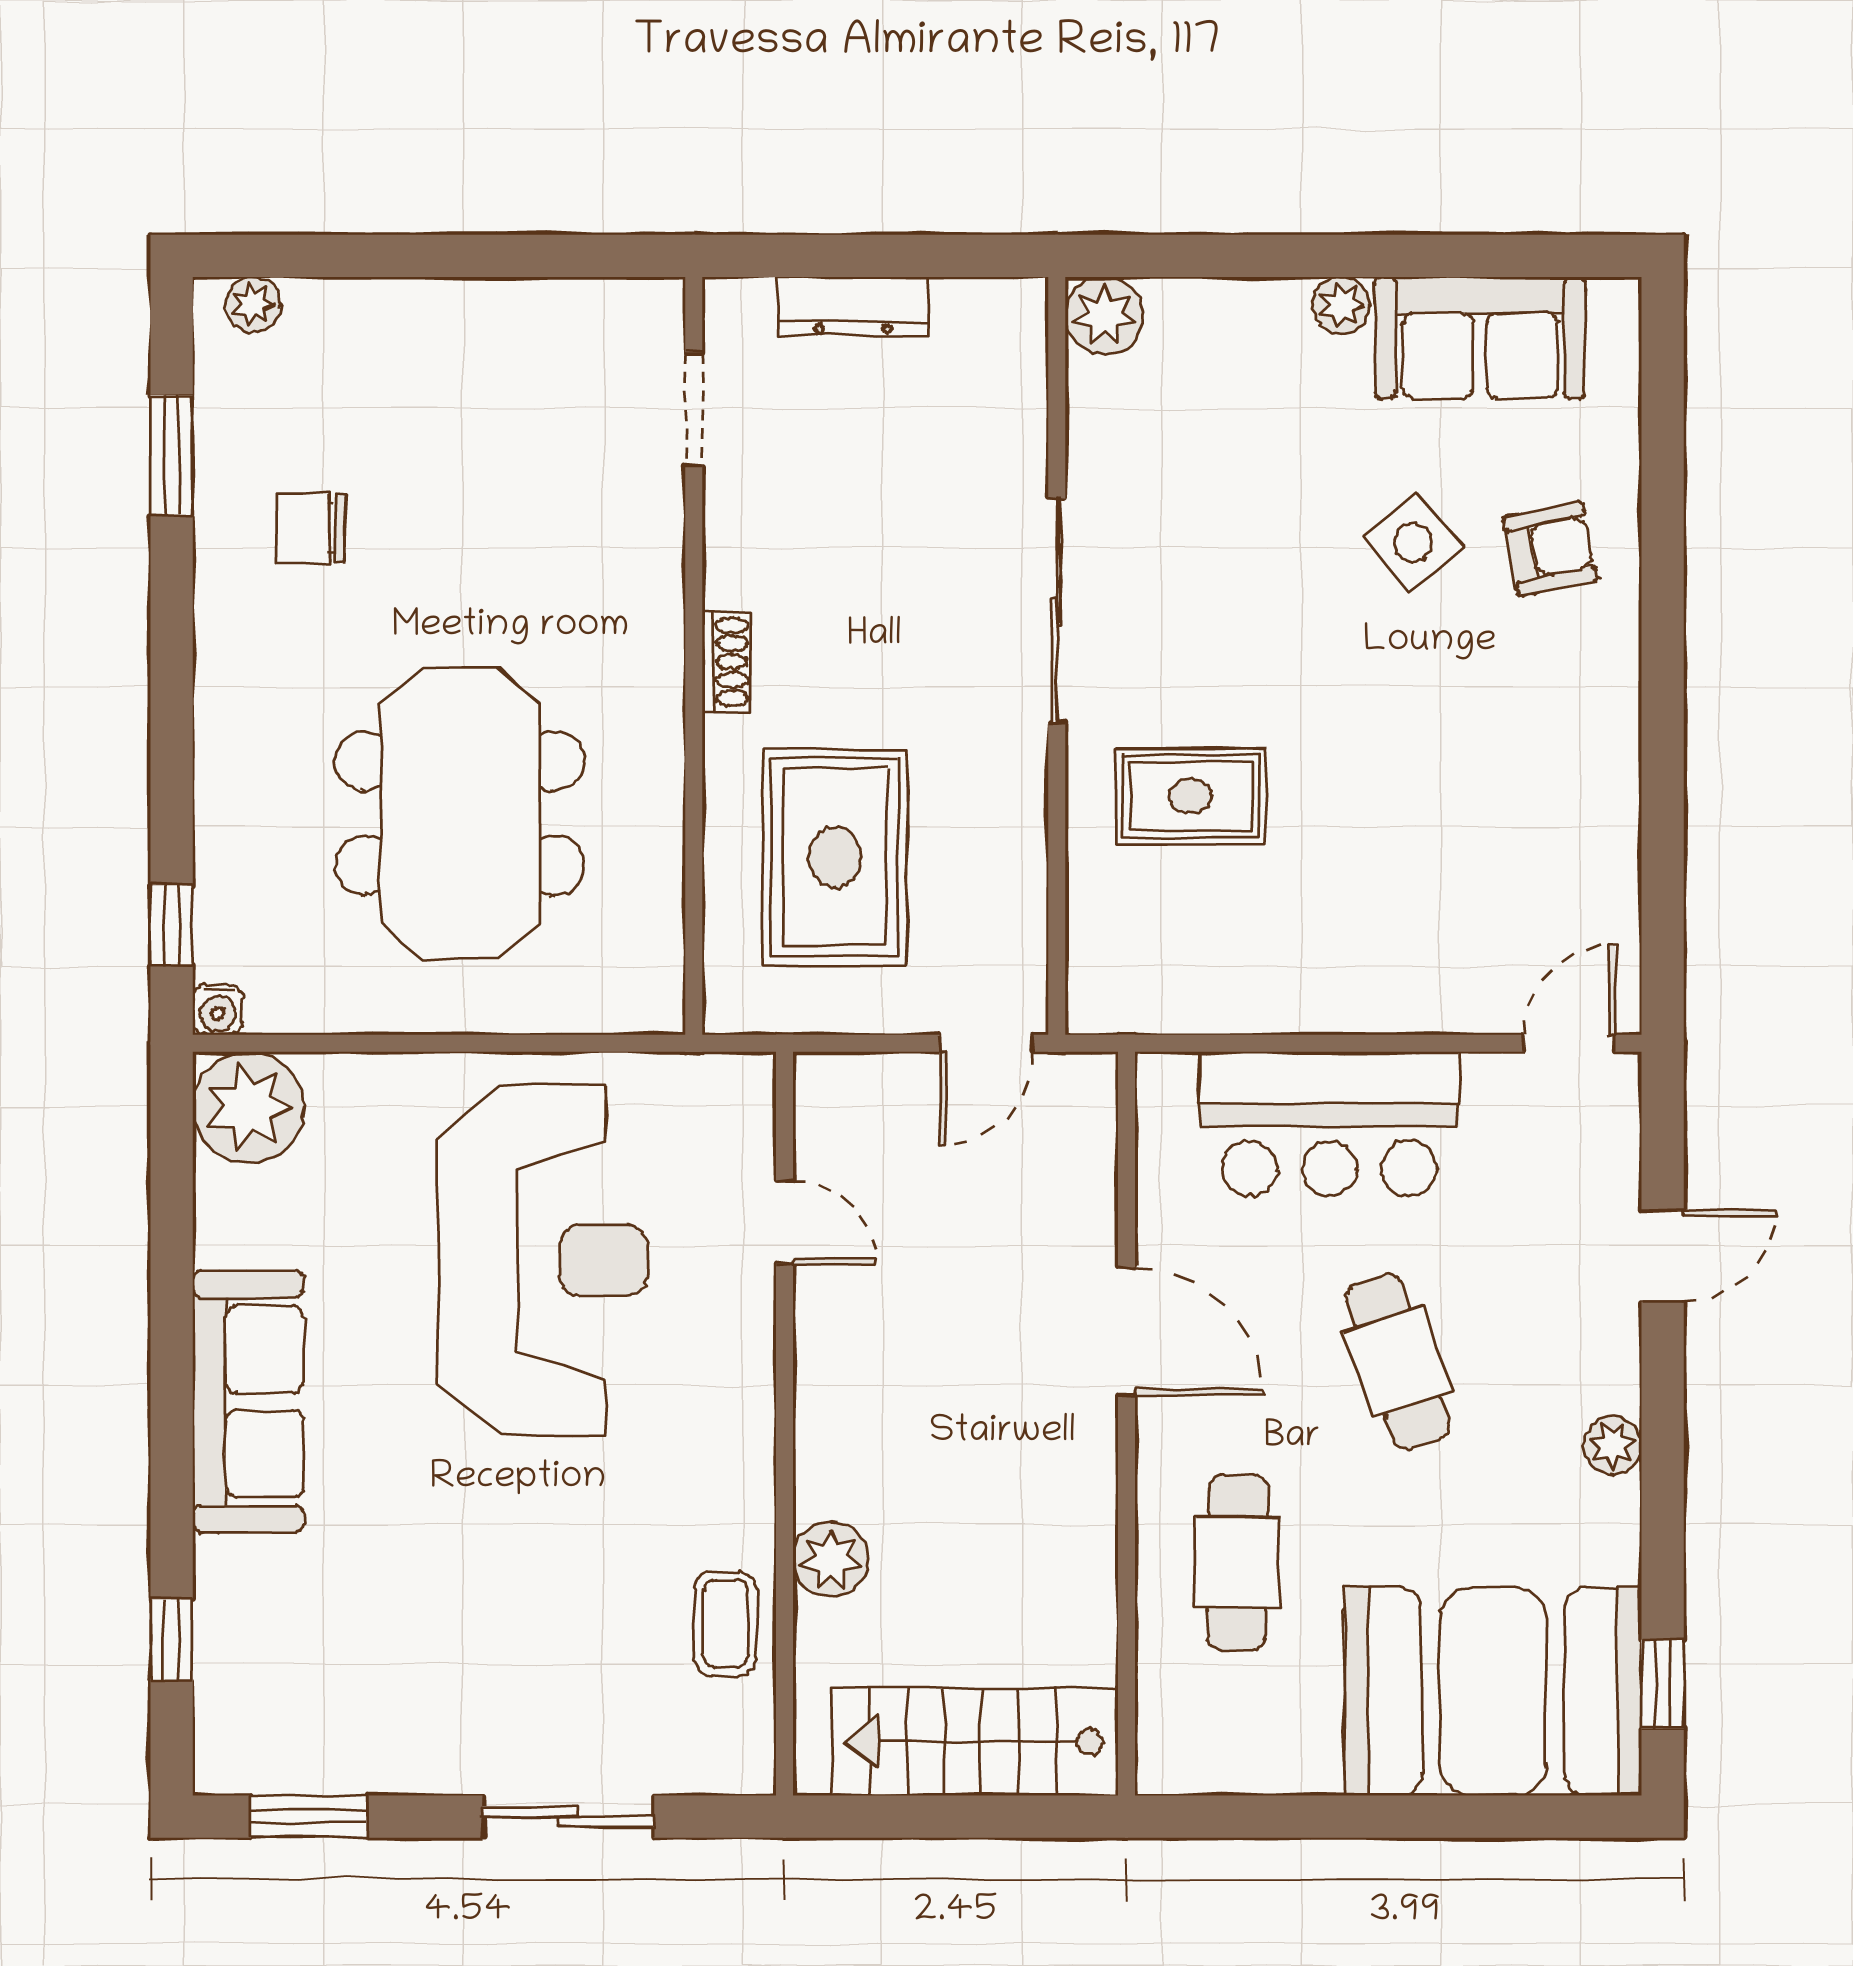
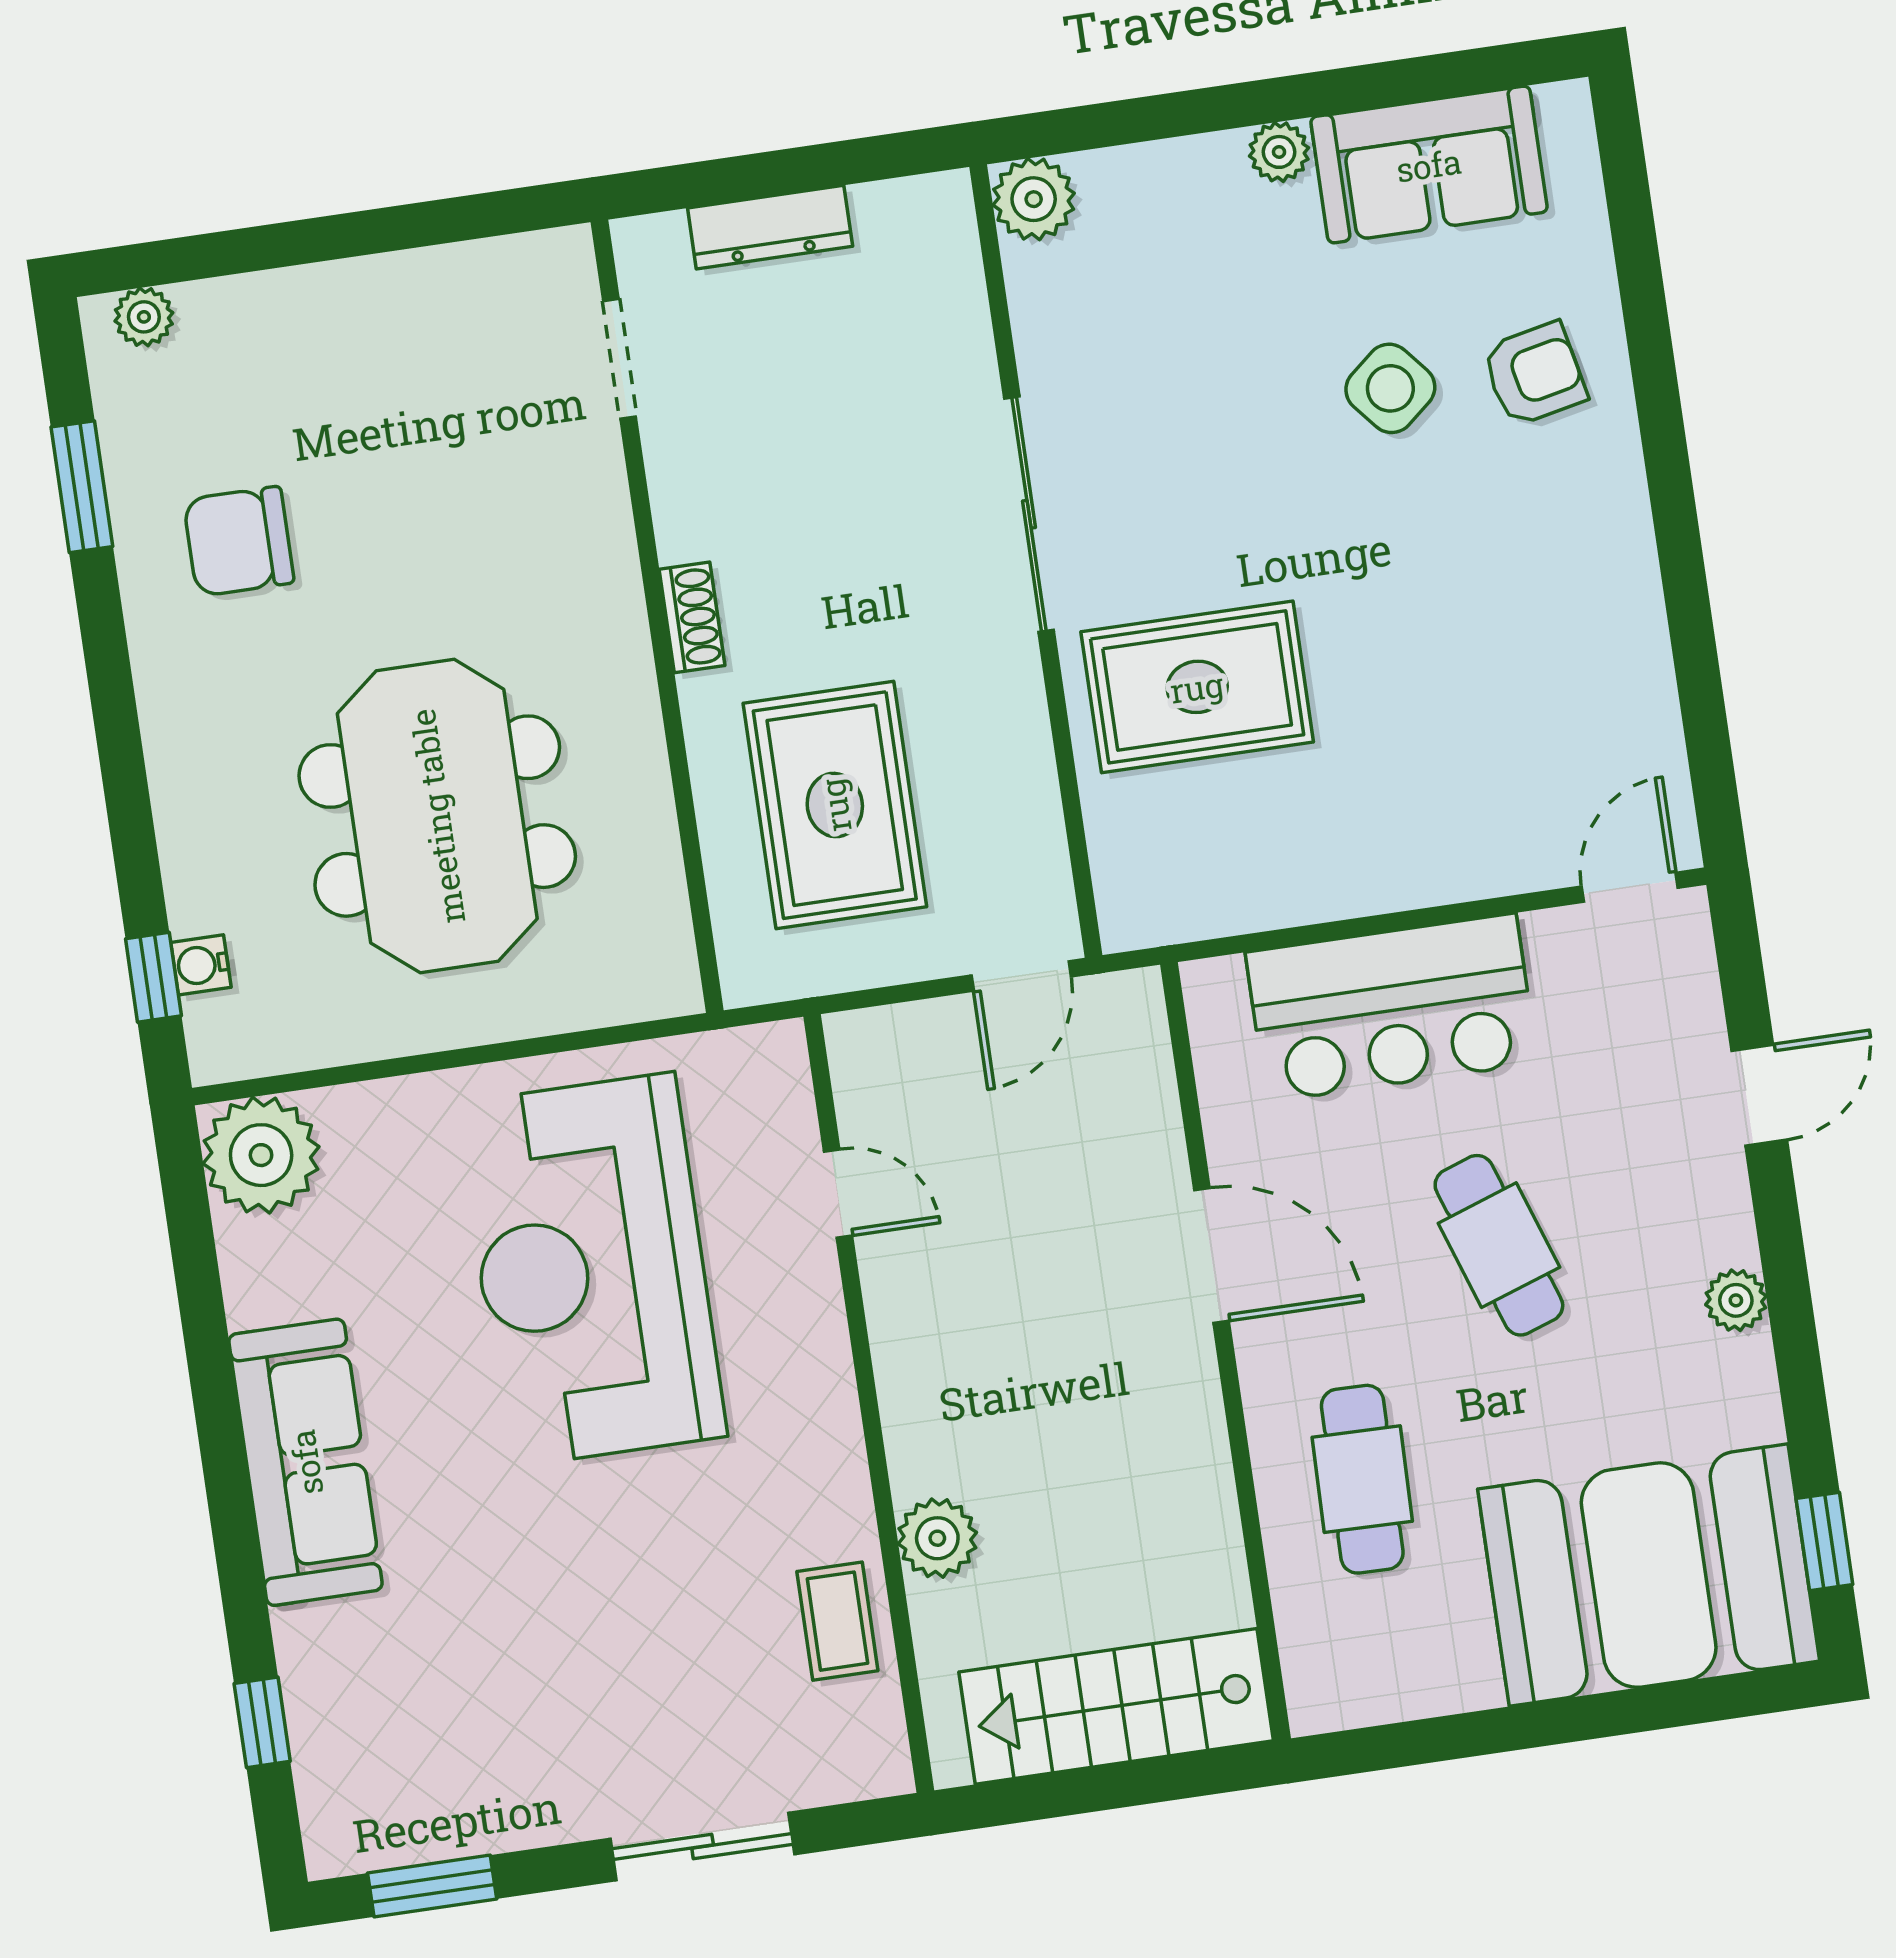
chair: (311, 528) -> (239, 541), width x1.37, depth x1.37
rug: (1191, 796) -> (1197, 687), width x1.36, depth x1.43
water cooler: (218, 1010) -> (201, 965), moved, turned 90
reception desk: (543, 1260) -> (592, 1270), turned 180

